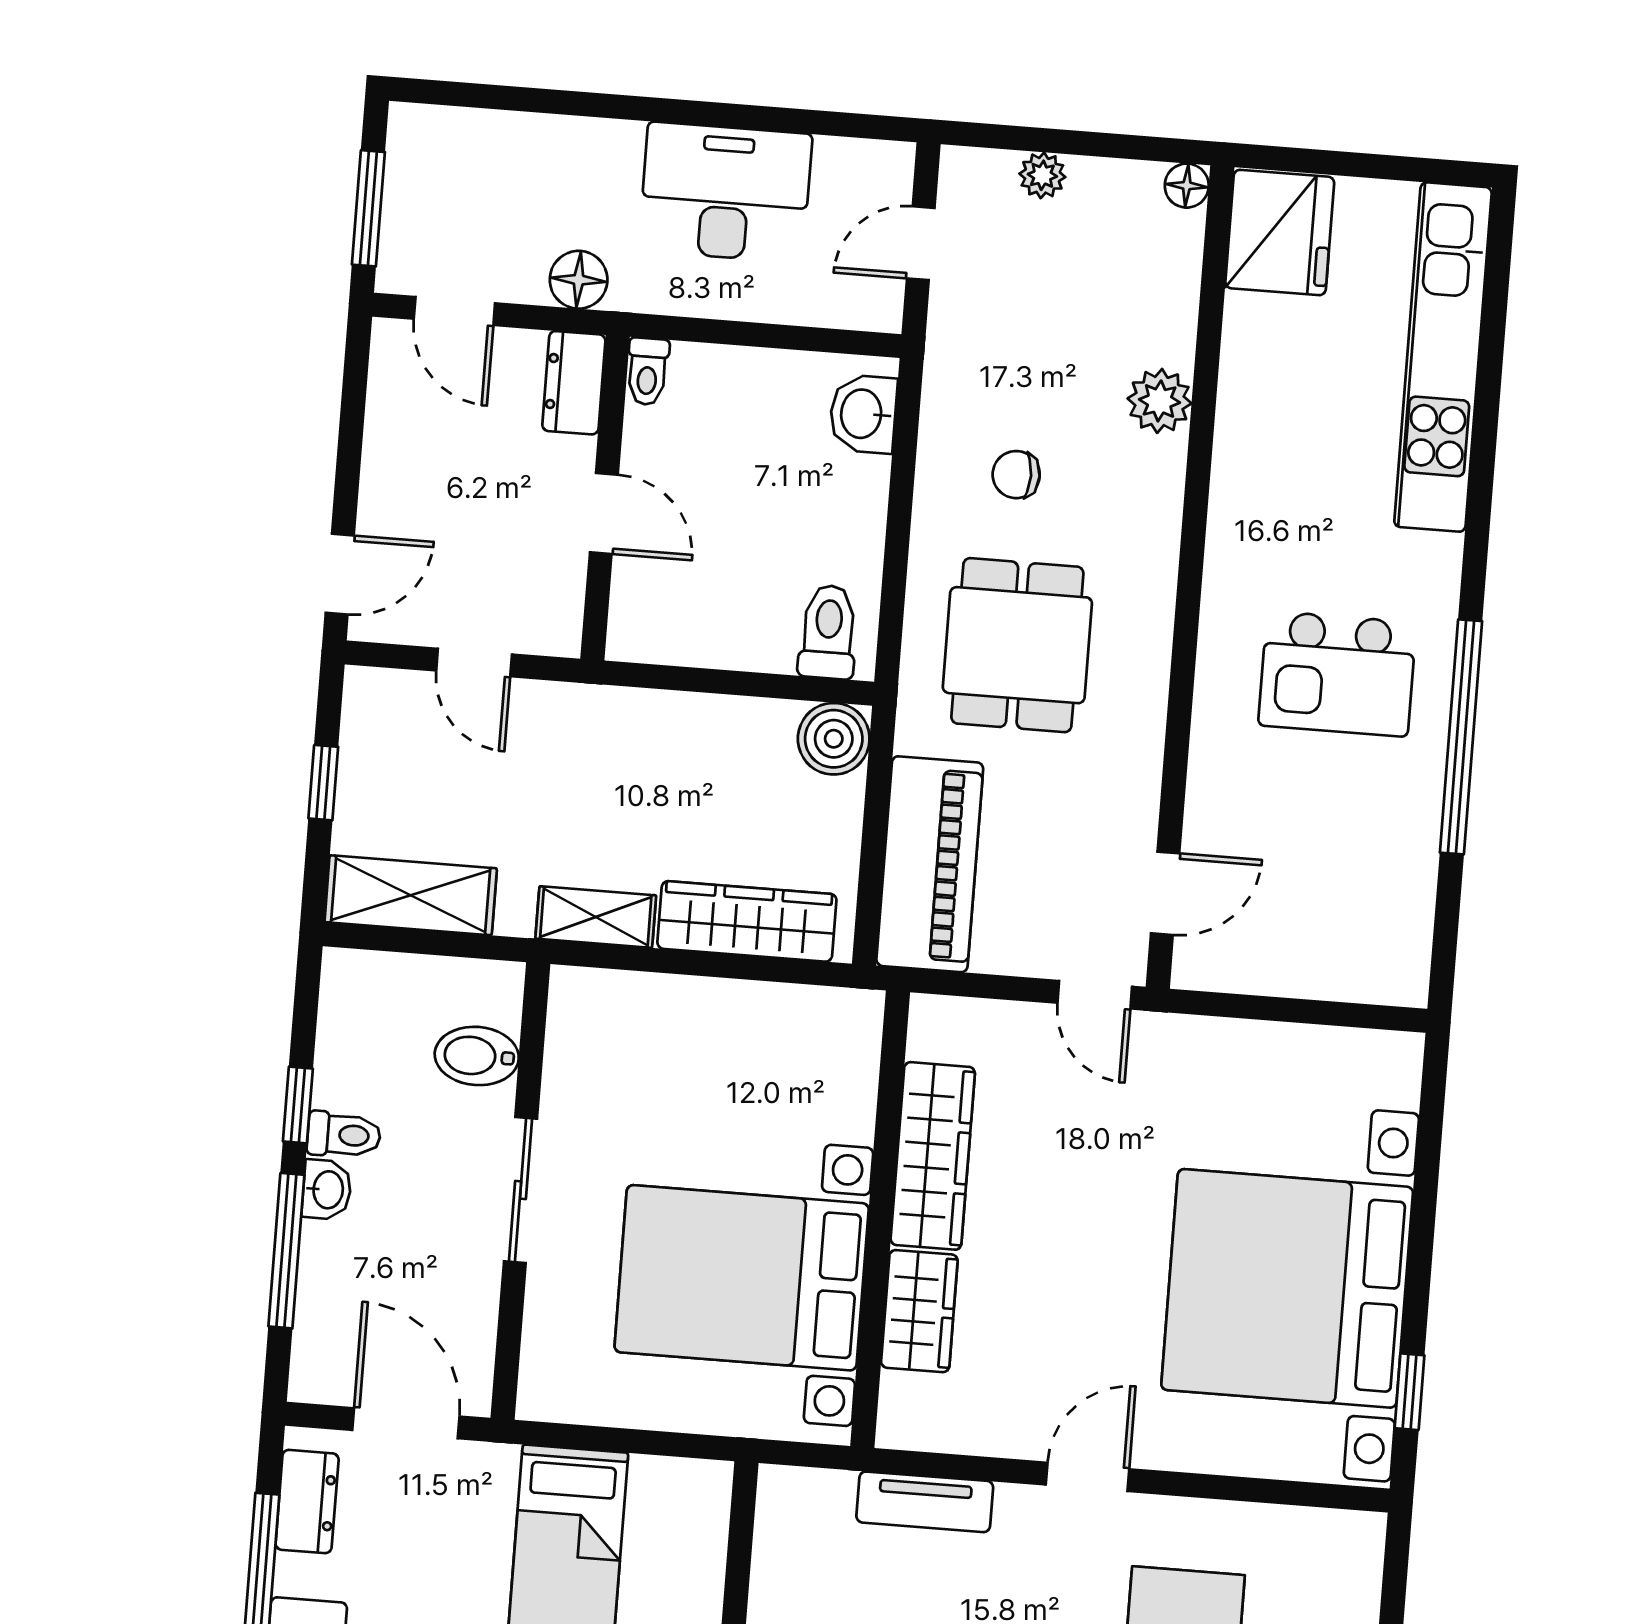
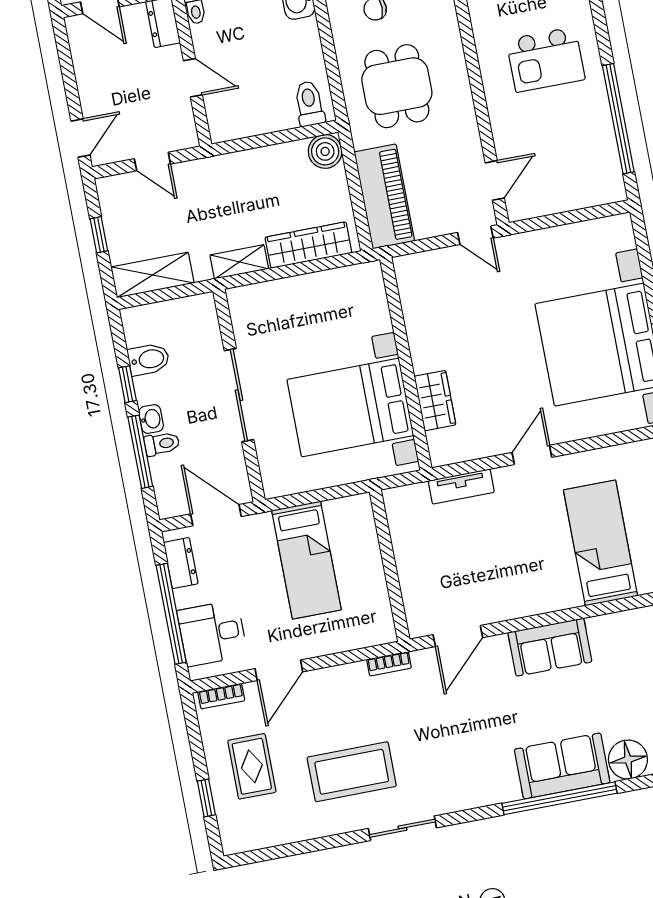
window: (1461, 737) -> (618, 119), moved
bidet: (477, 1056) -> (149, 359), moved, turned 180
toilet: (344, 1135) -> (162, 444), moved
wardrobe: (933, 1156) -> (422, 328), removed
sliding door: (520, 1190) -> (239, 395), width x1.37

